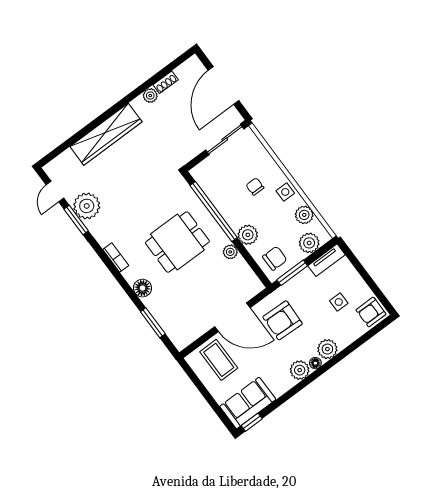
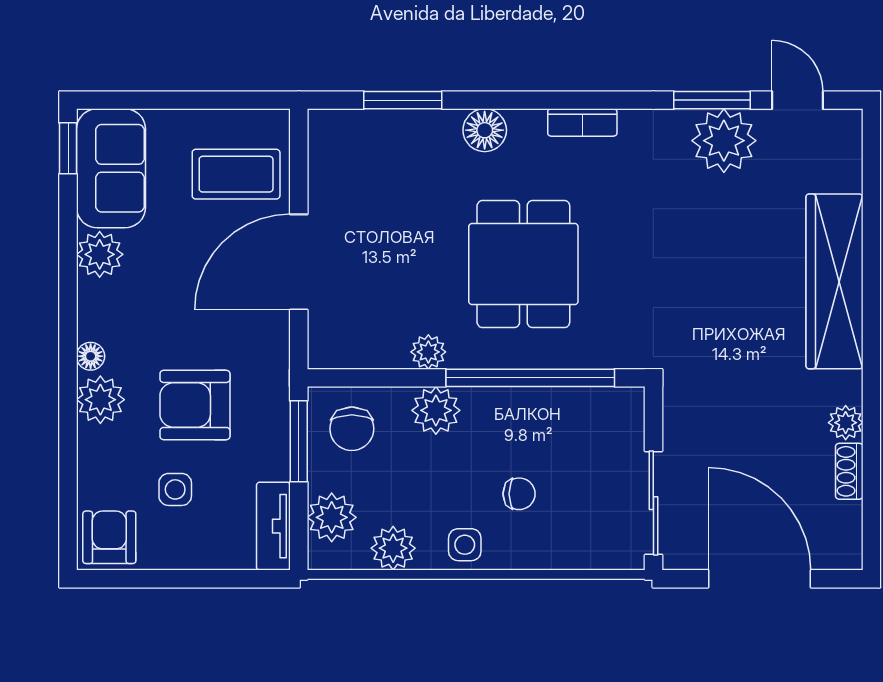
armchair: (283, 320) -> (195, 405), moved, turned -92
plant: (300, 370) -> (100, 254), moved

